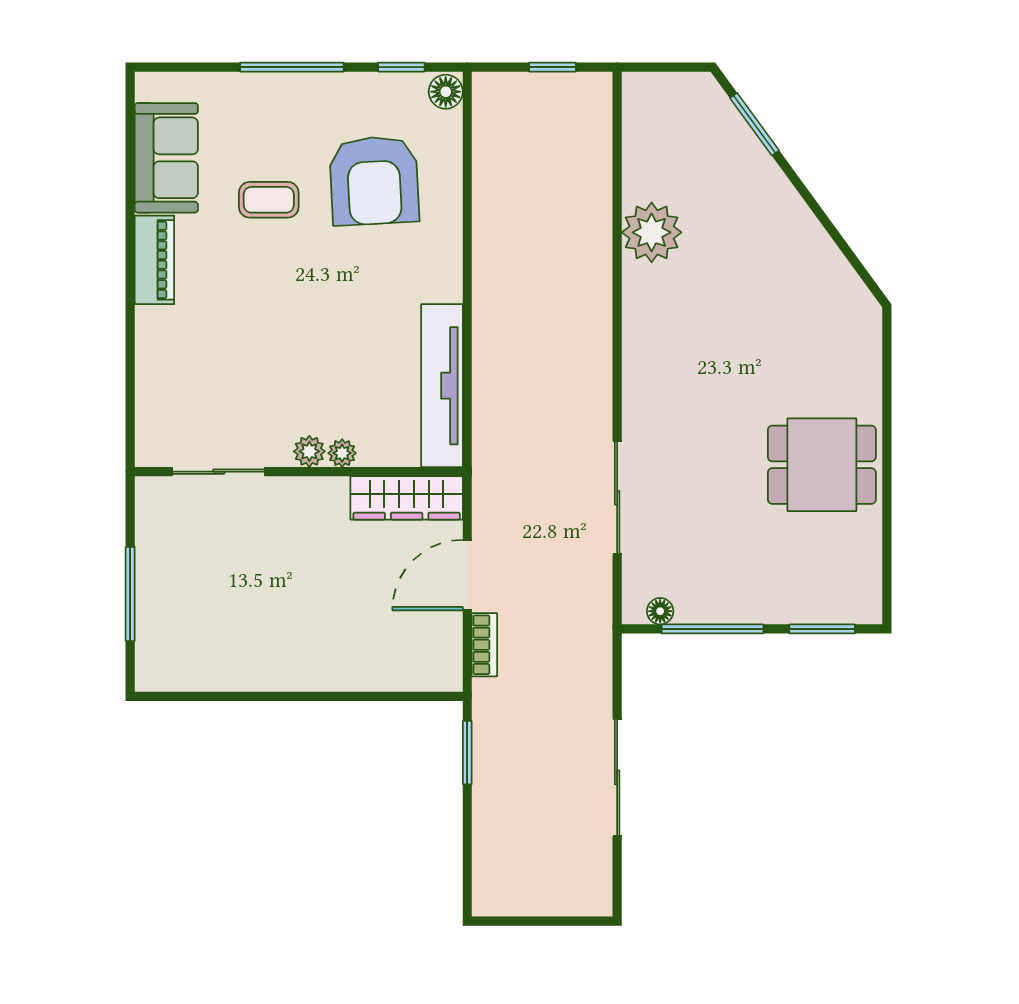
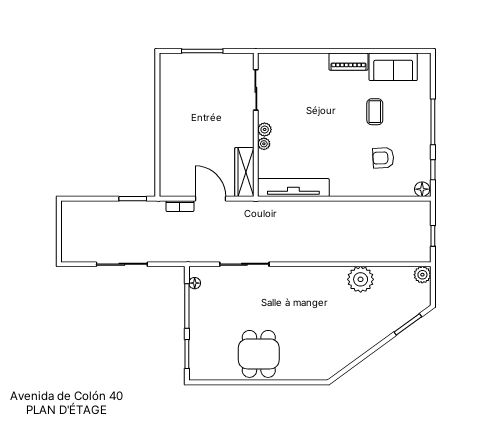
plant: (641, 91) -> (422, 275), added
armchair: (374, 181) -> (383, 158), width x0.53, depth x0.53

